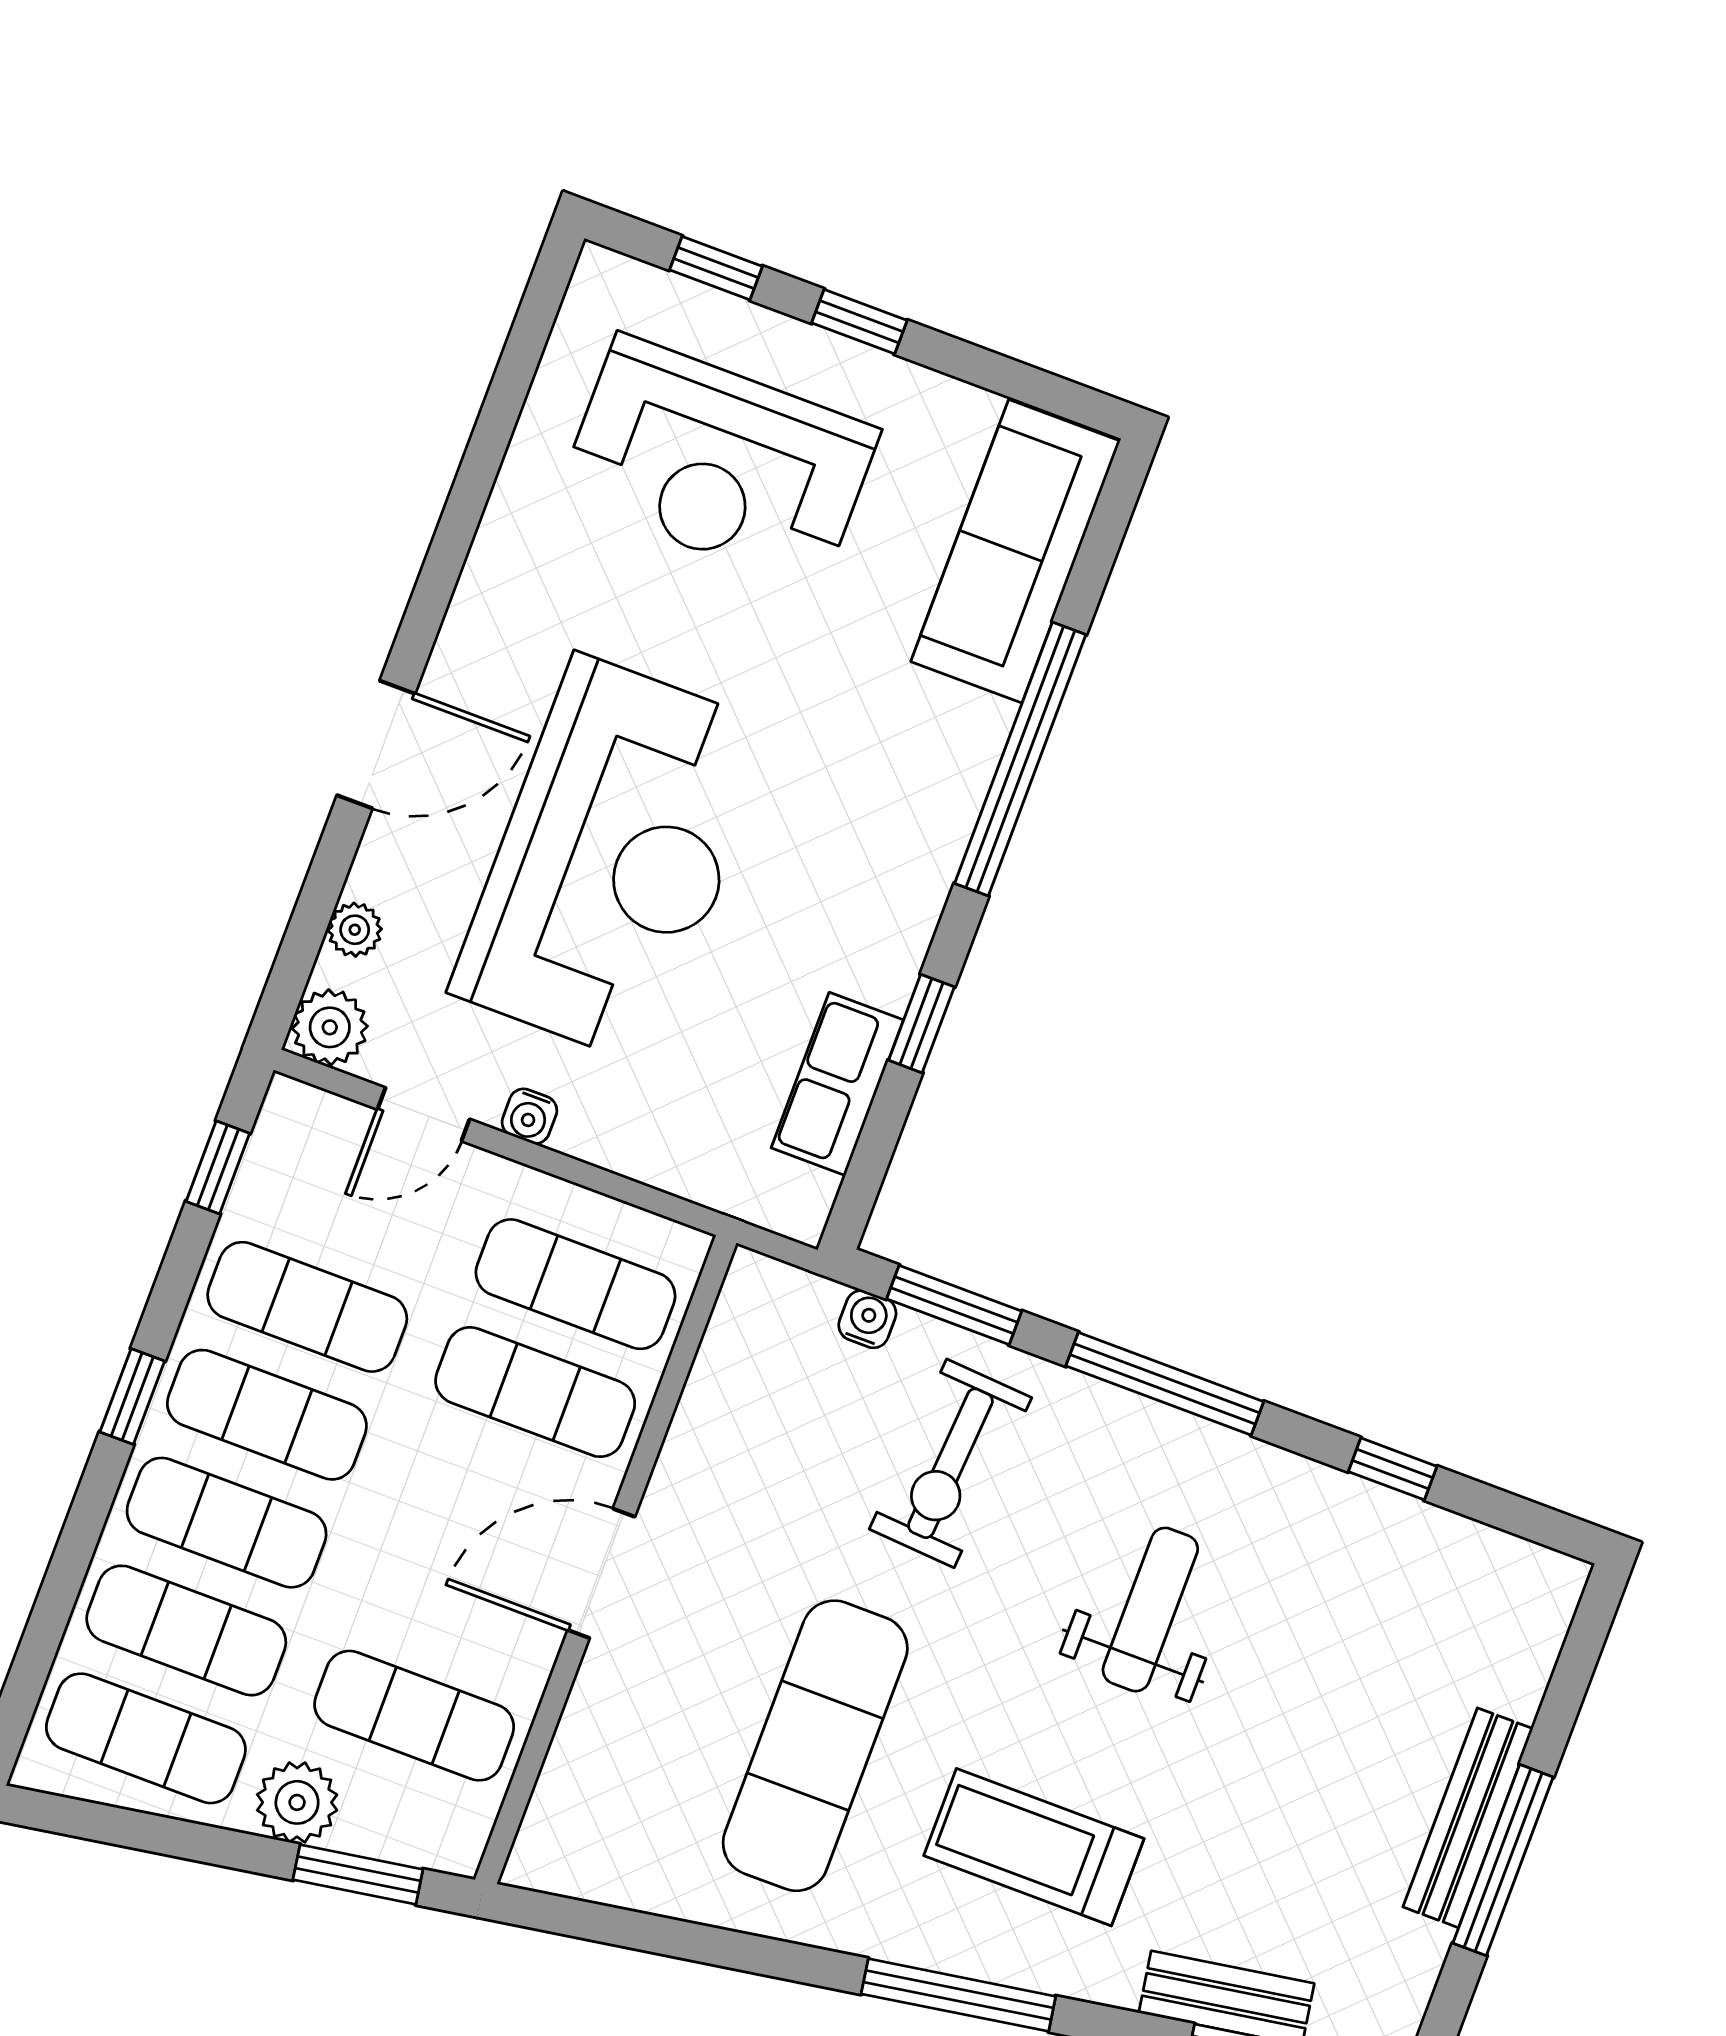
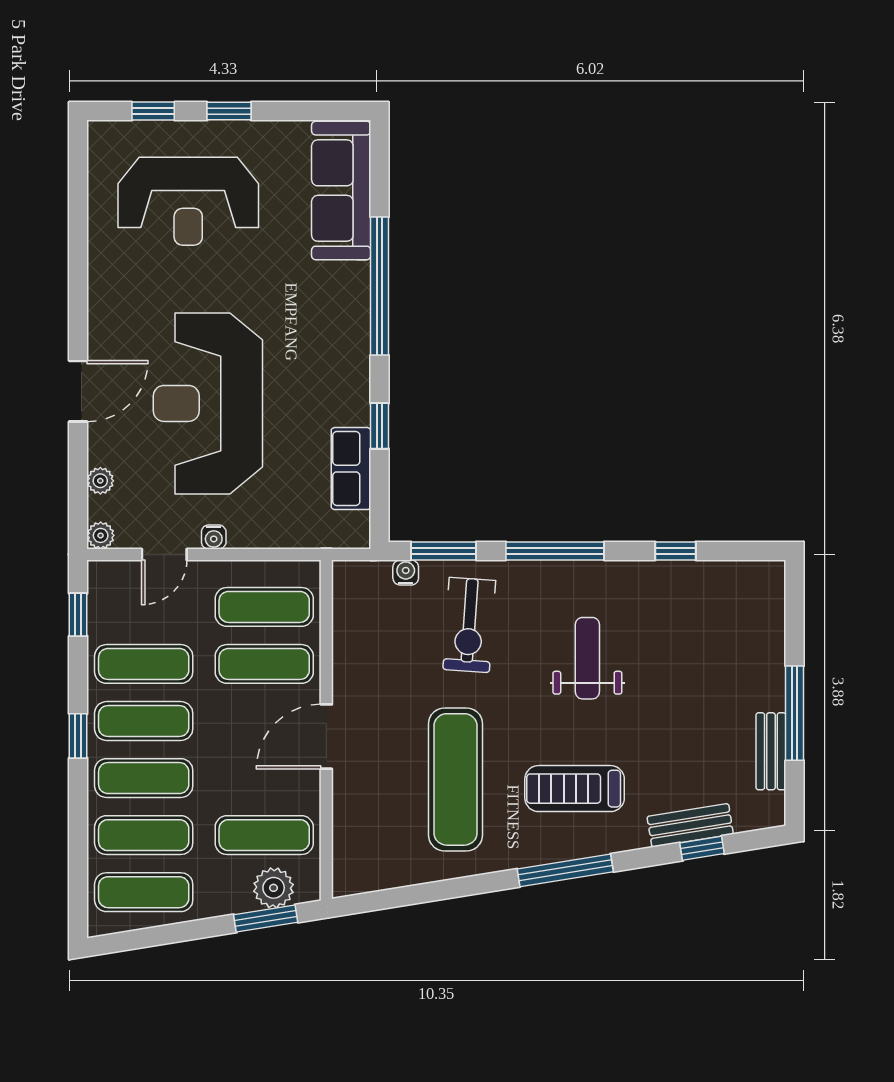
reception desk: (613, 860) -> (208, 403), turned 180
plant: (330, 1027) -> (101, 535), width x0.73, depth x0.73
plant: (297, 1802) -> (274, 888), moved
bench: (1468, 1818) -> (771, 751), moved, width x0.73

